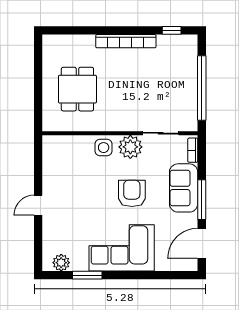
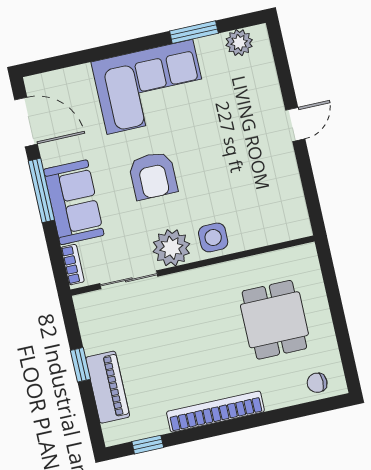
chair: (60, 45) -> (317, 383), added
piano: (188, 71) -> (108, 387), added
window: (202, 88) -> (80, 365), width x0.32
door: (202, 243) -> (26, 122), hinge flipped

